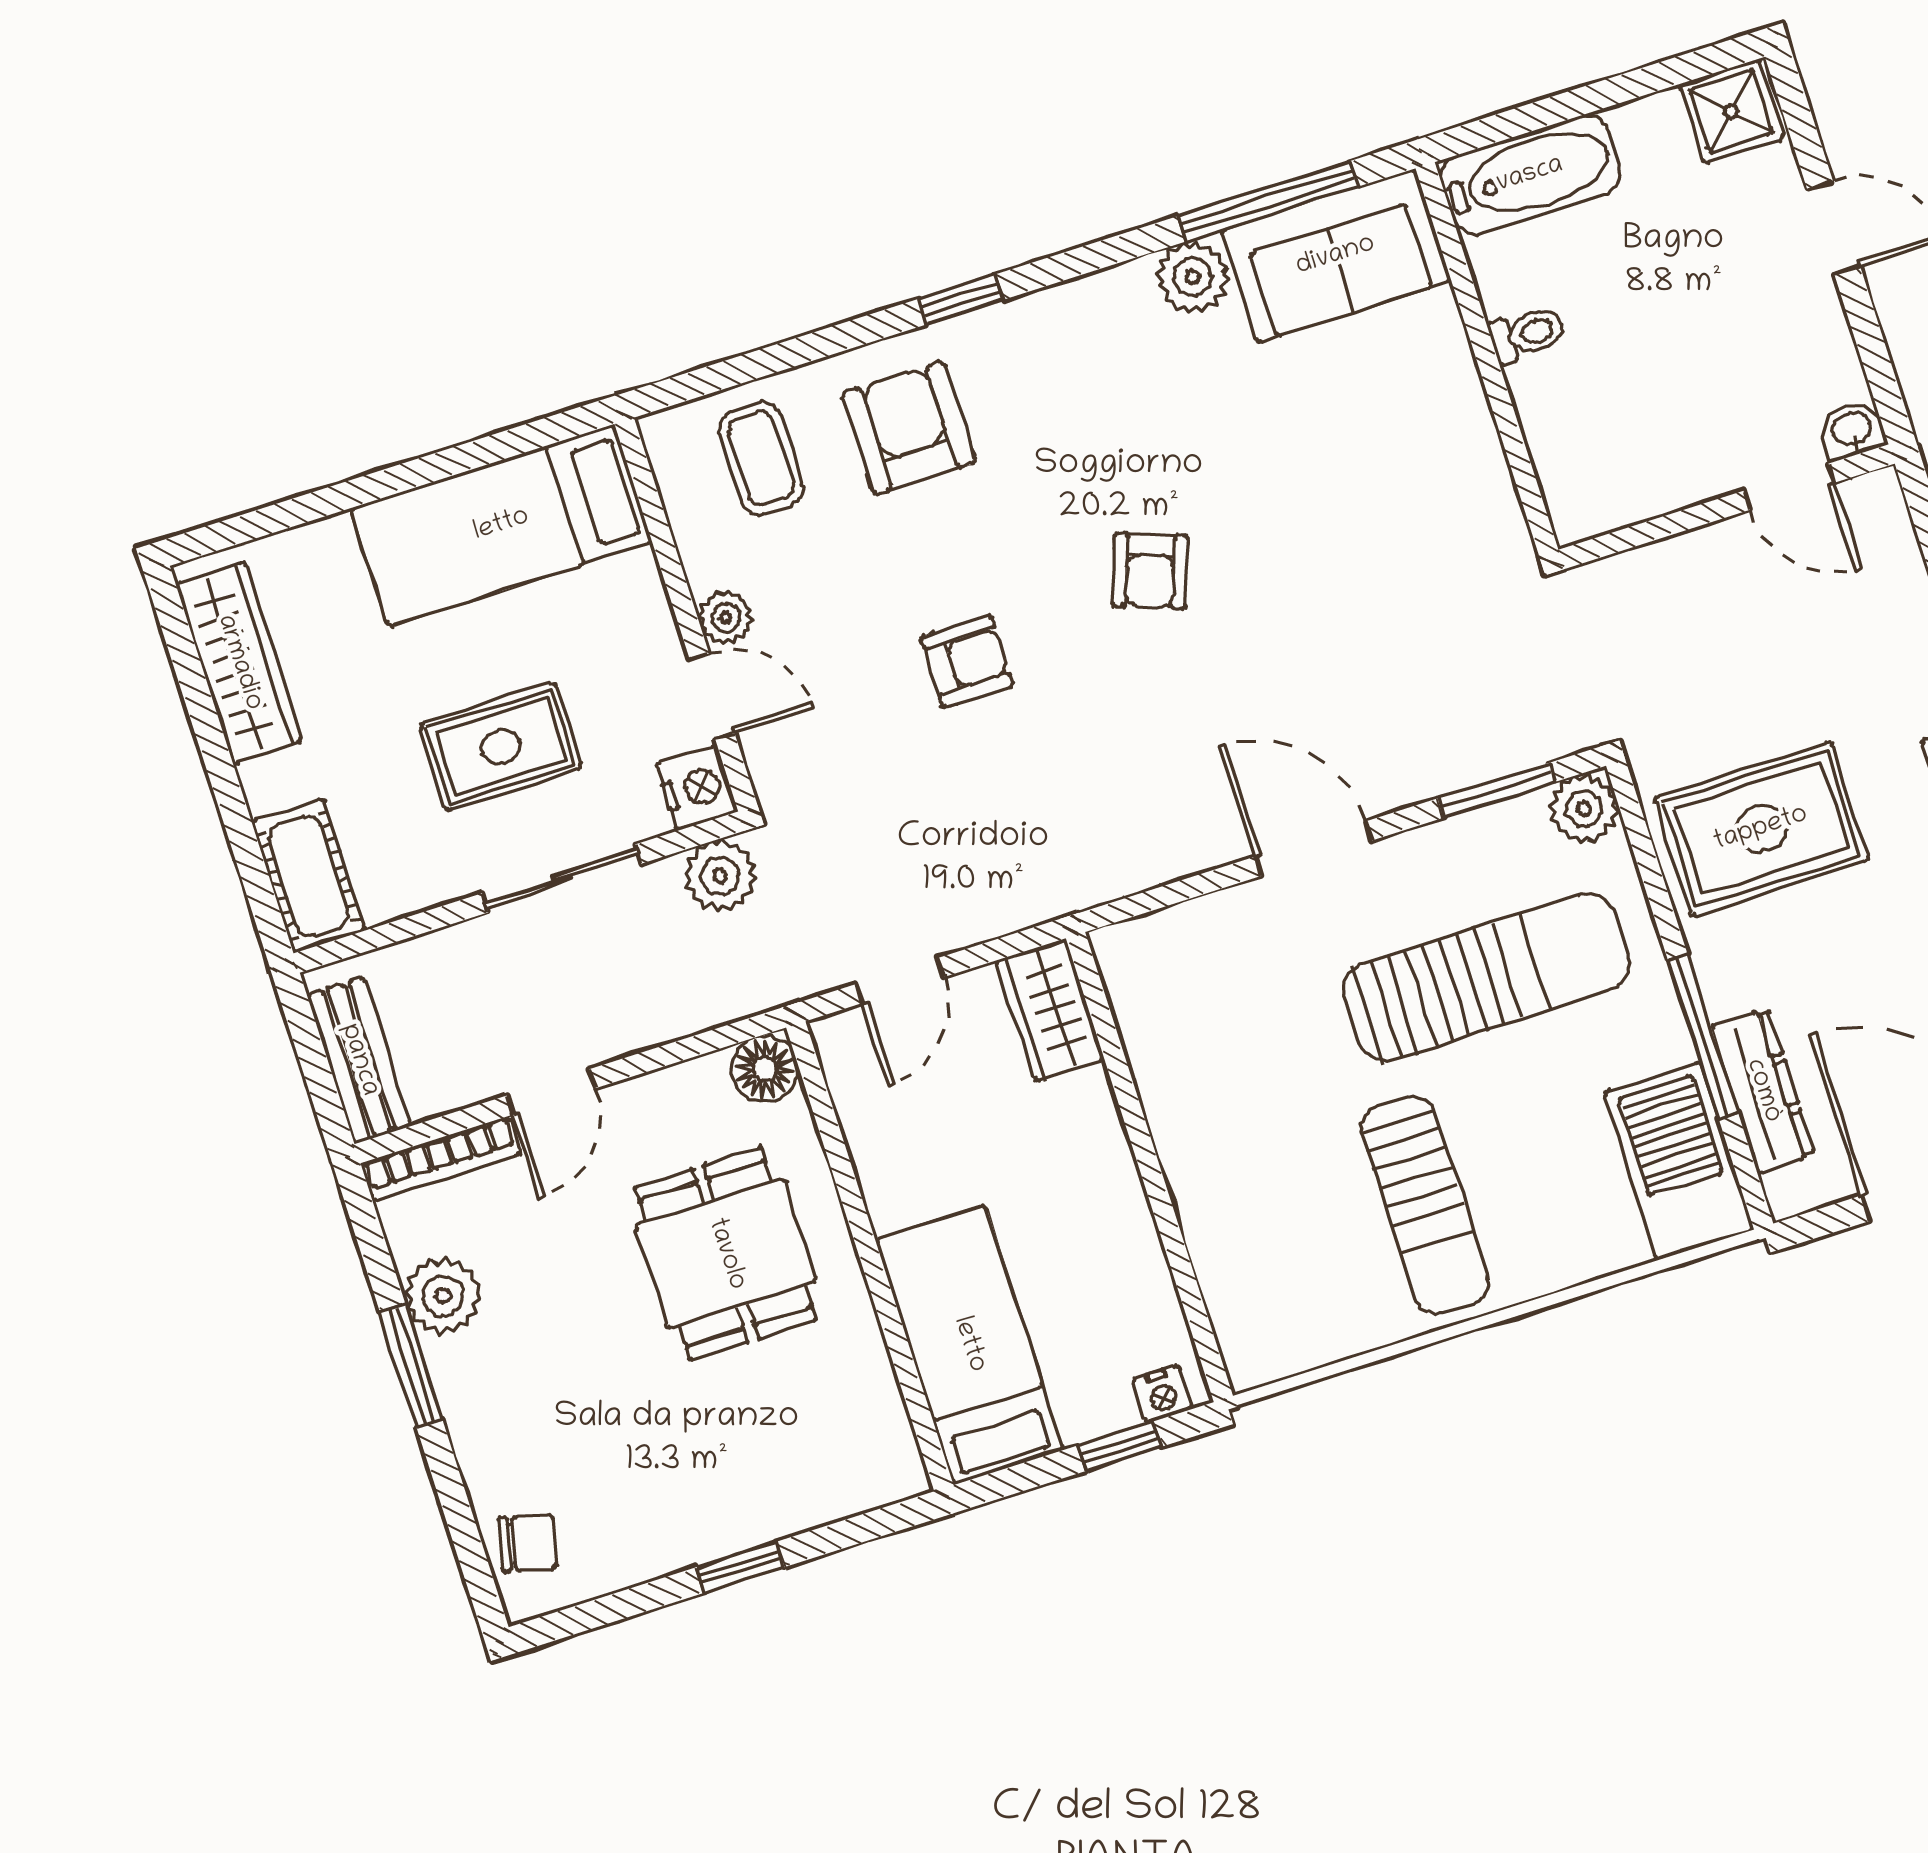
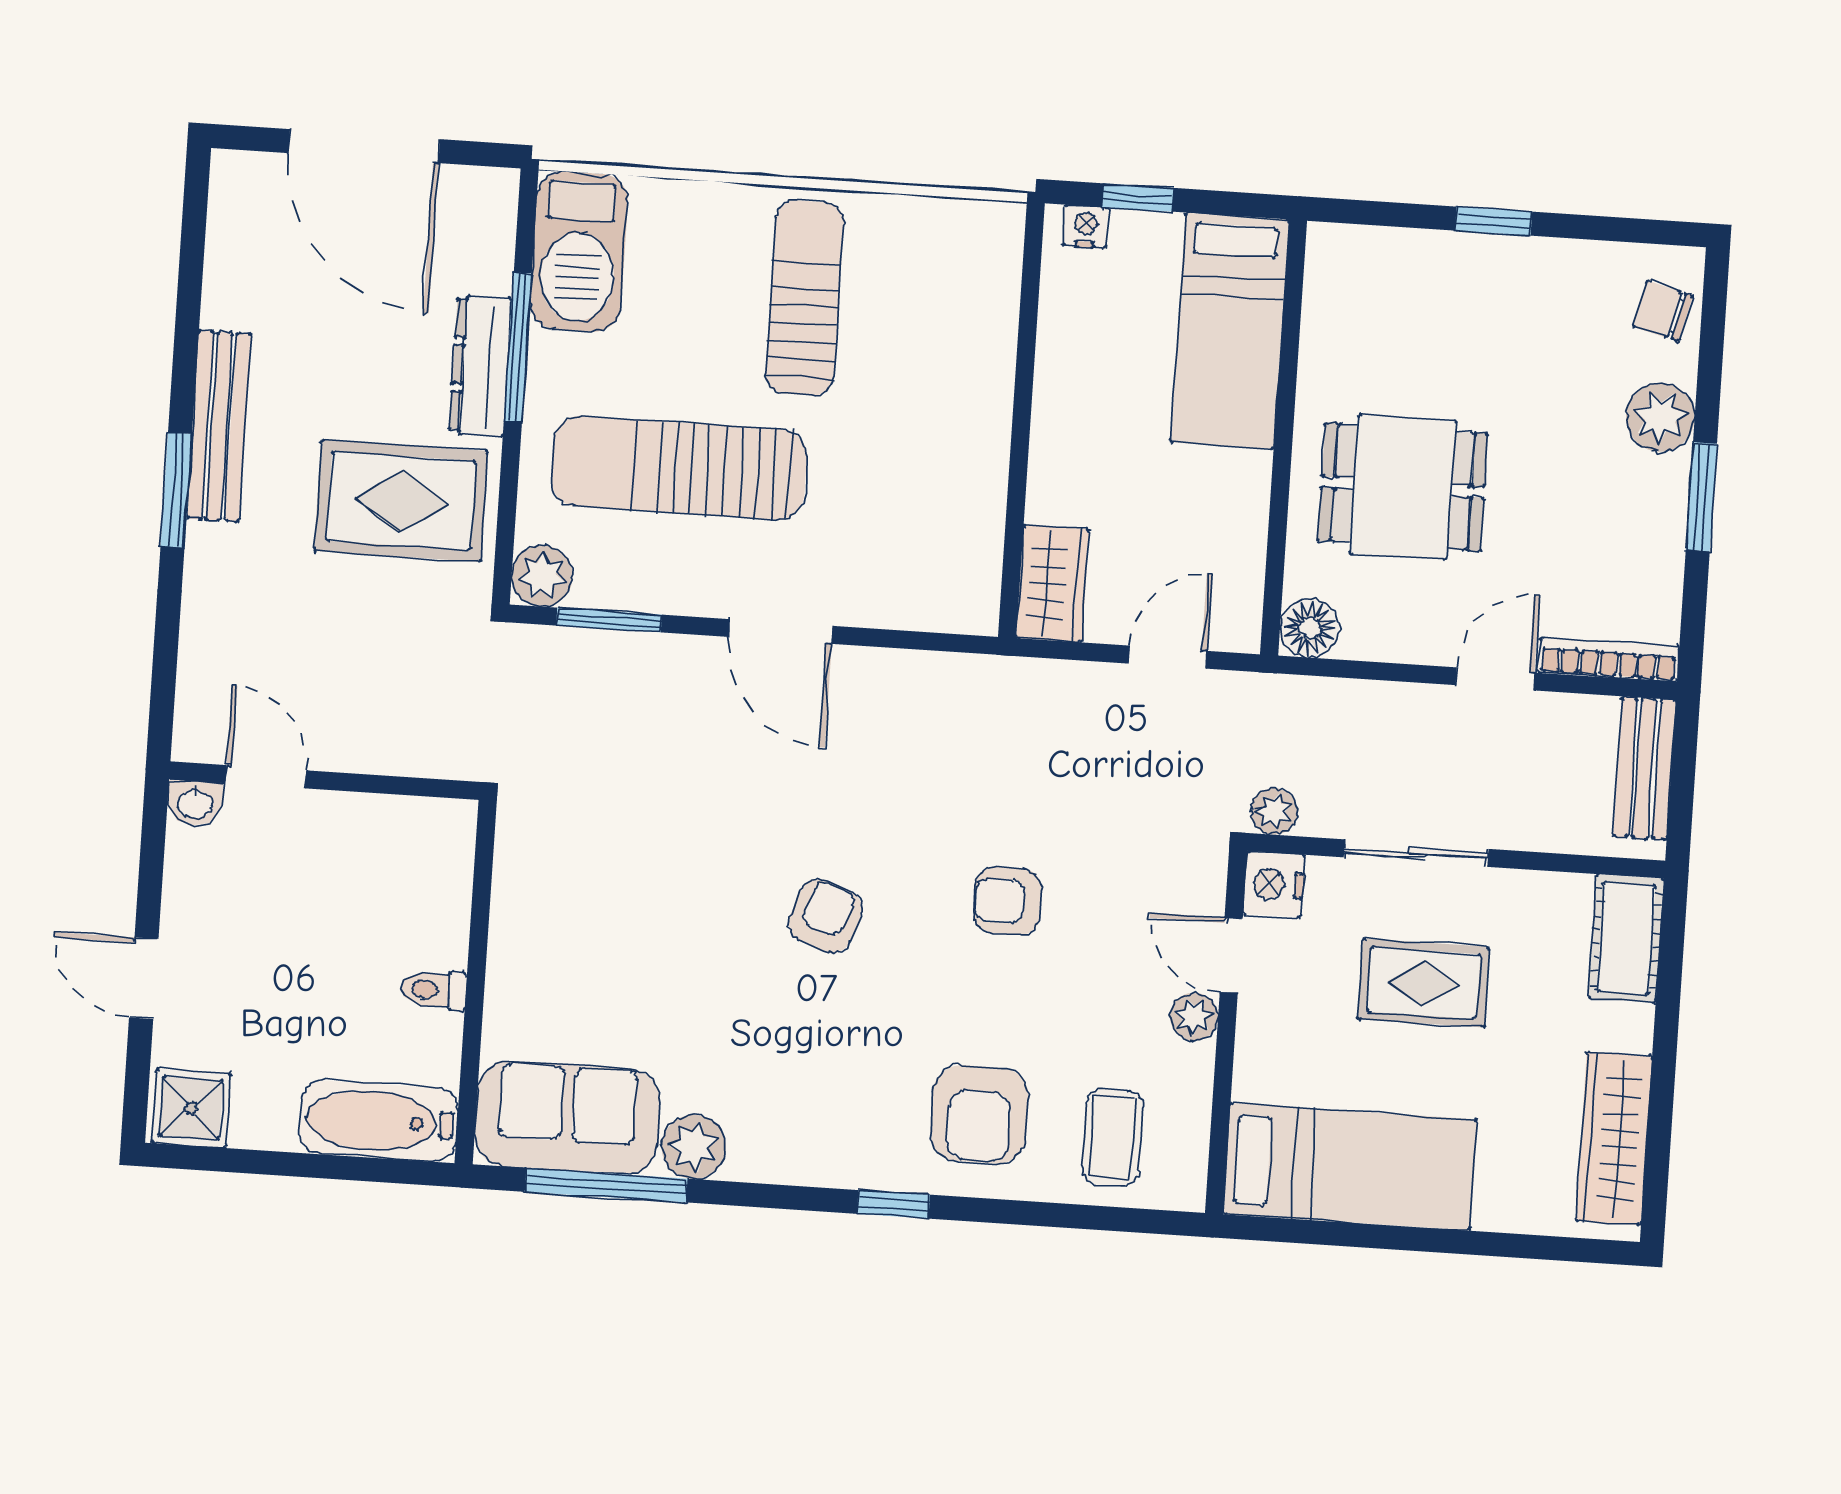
plant: (720, 876) -> (1274, 811), width x0.73, depth x0.73
dresser: (1763, 1091) -> (480, 366), moved
dining table: (726, 1254) -> (1403, 487), turned 90
plant: (443, 1296) -> (1660, 417), moved

